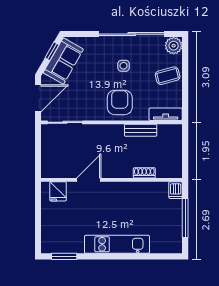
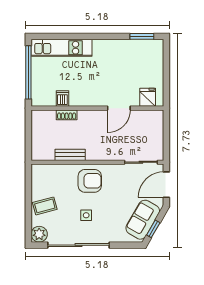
armchair: (120, 102) -> (90, 181), turned -90
tv unit: (166, 114) -> (47, 170), removed
dishwasher: (176, 190) -> (62, 99), moved
window: (185, 218) -> (28, 72), width x1.46
kitchen unit: (117, 244) -> (62, 48), moved

